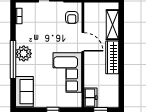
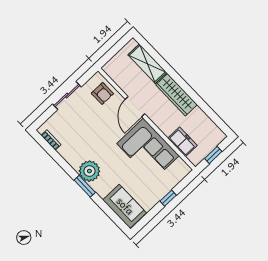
door: (83, 42) -> (135, 107), swing flipped
window: (13, 59) -> (85, 186), width x0.47
freezer: (91, 98) -> (183, 142), moved

